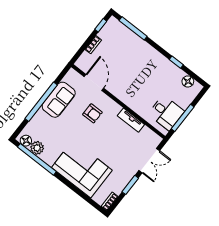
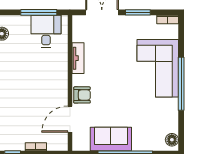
armchair: (92, 113) -> (82, 95), moved, turned 90
plant: (37, 148) -> (171, 124), removed
window: (37, 159) -> (181, 84), moved

